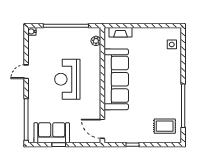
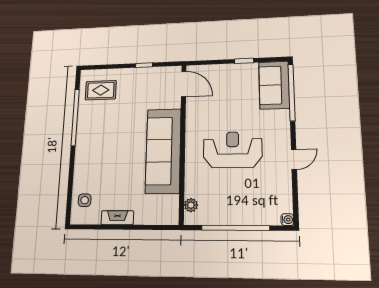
fireplace: (121, 32) -> (117, 218), moved
reception desk: (67, 79) -> (233, 150), turned -90
sofa: (52, 133) -> (274, 85), moved, turned 90

